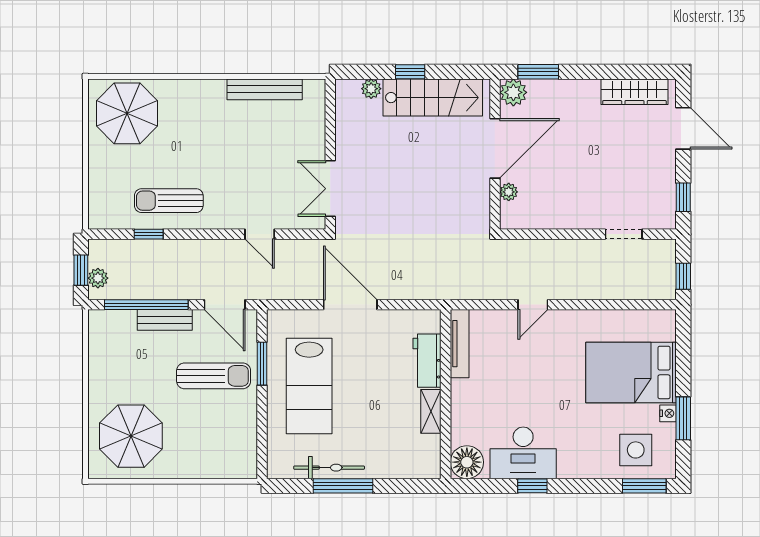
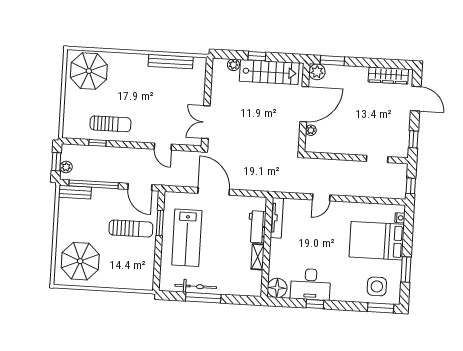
sun lounger: (169, 201) -> (110, 124), turned 180
bench: (165, 320) -> (75, 192), moved
nightstand: (668, 413) -> (400, 218), moved

